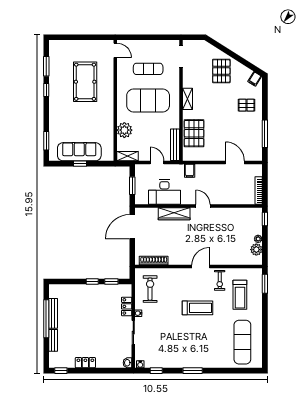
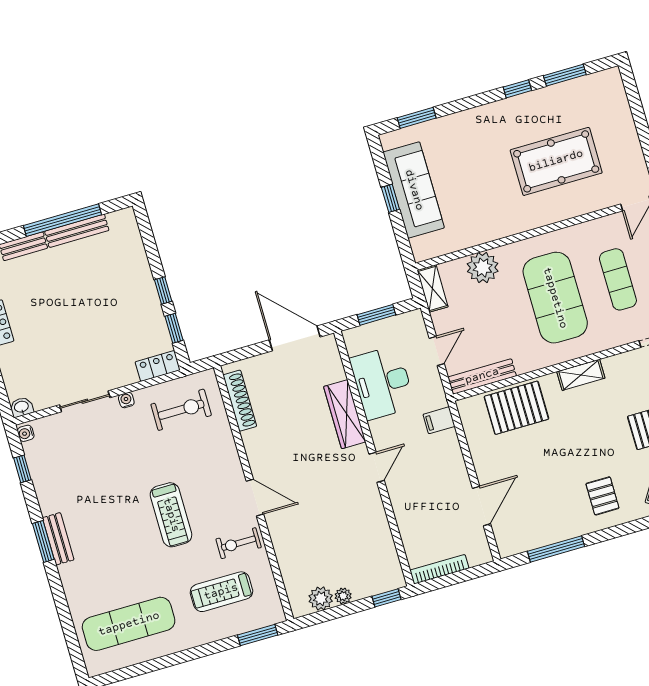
locker: (127, 306) -> (158, 366), moved
bench: (193, 363) -> (58, 539), added

